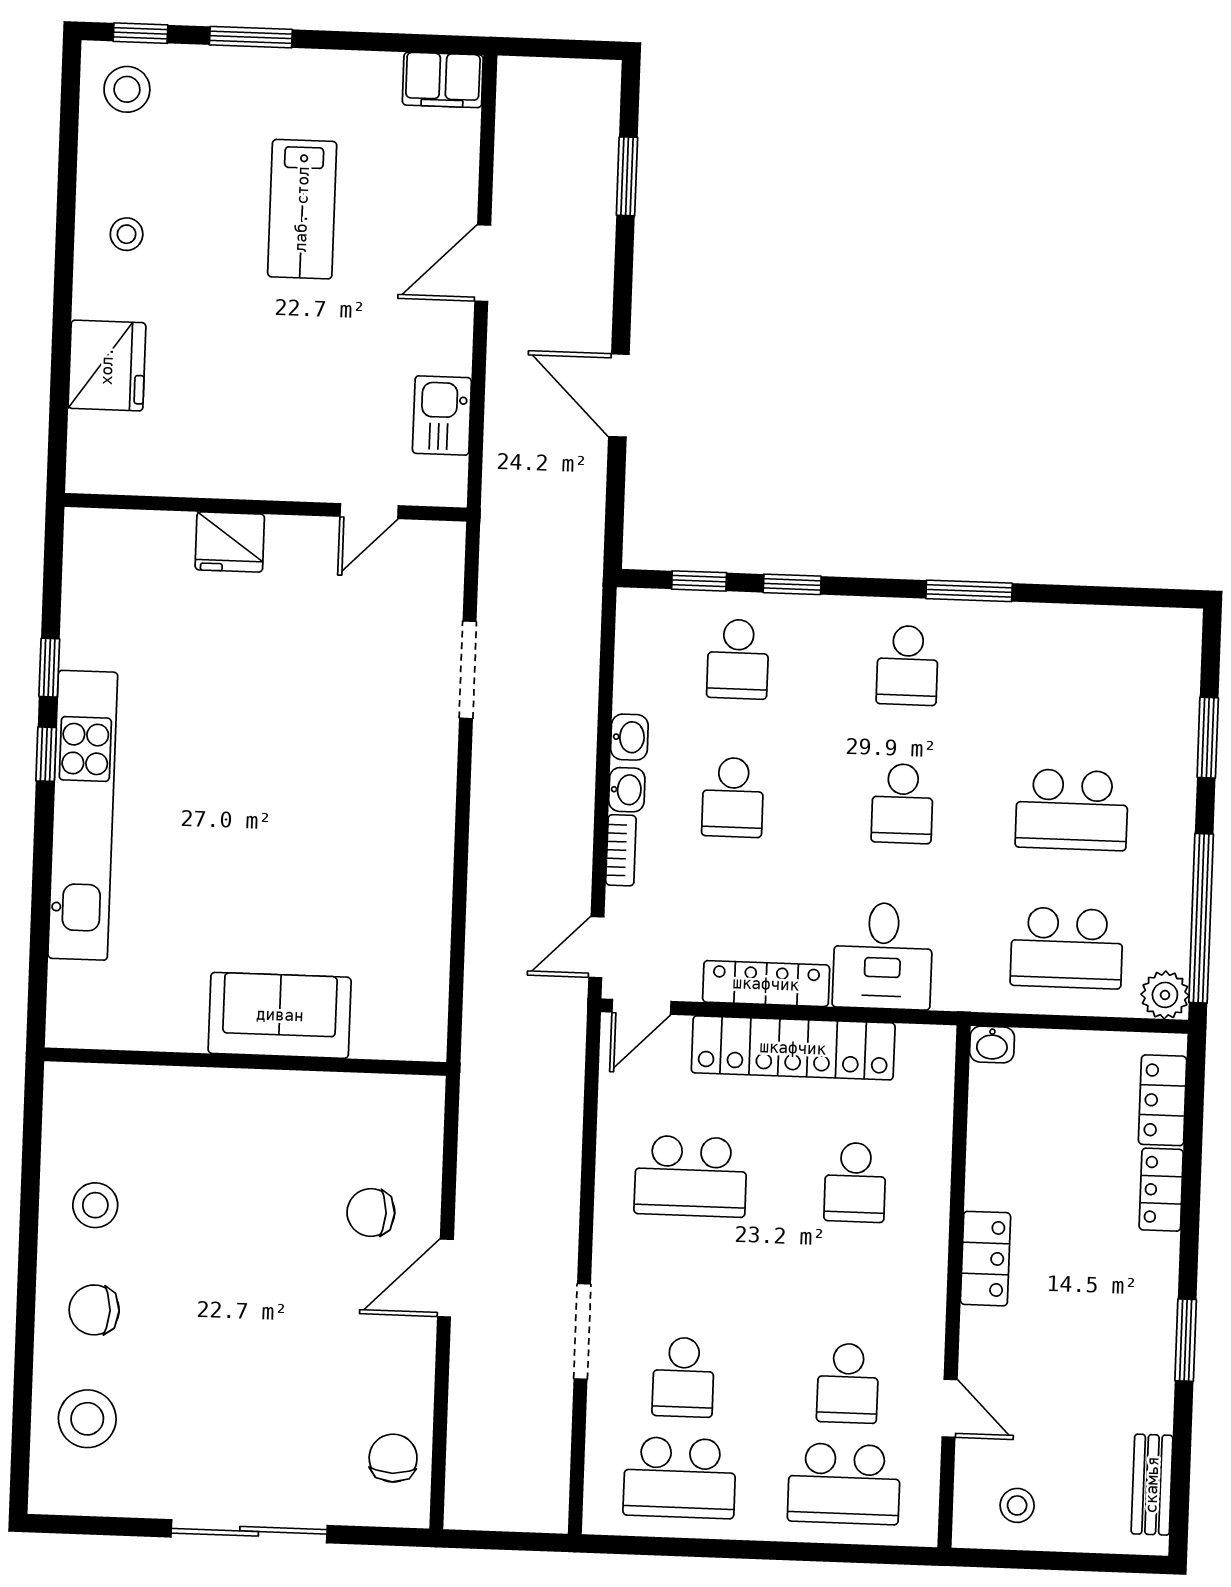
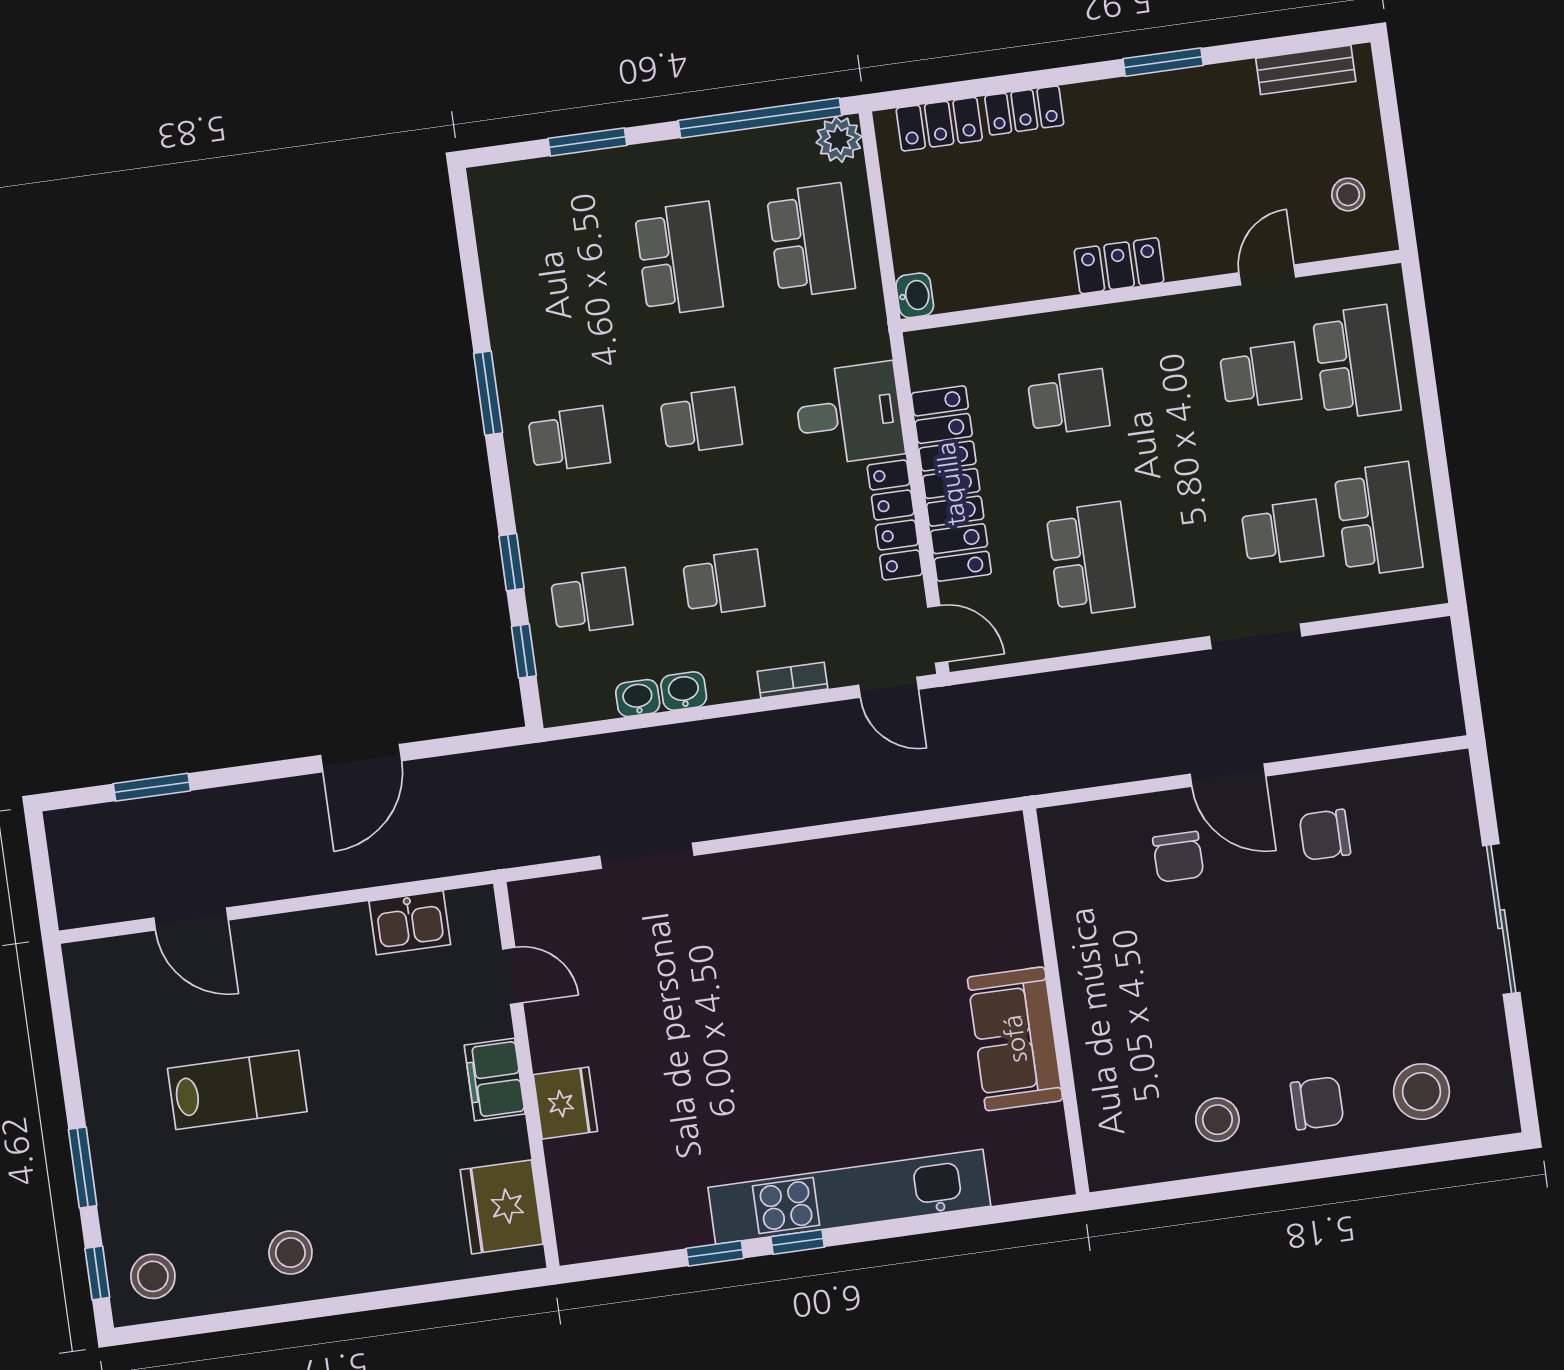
filing cabinet: (443, 80) -> (495, 1079), moved, turned 180
stool: (127, 234) -> (290, 1253), width x1.37, depth x1.37
door: (483, 263) -> (191, 919), moved
fridge: (107, 366) -> (502, 1207), moved, turned -90
washbasin: (627, 790) -> (638, 698), moved
sofa: (280, 1015) -> (1015, 1039), moved
chair: (94, 1310) -> (1317, 1103), turned -90
chair: (393, 1458) -> (1325, 835), moved

